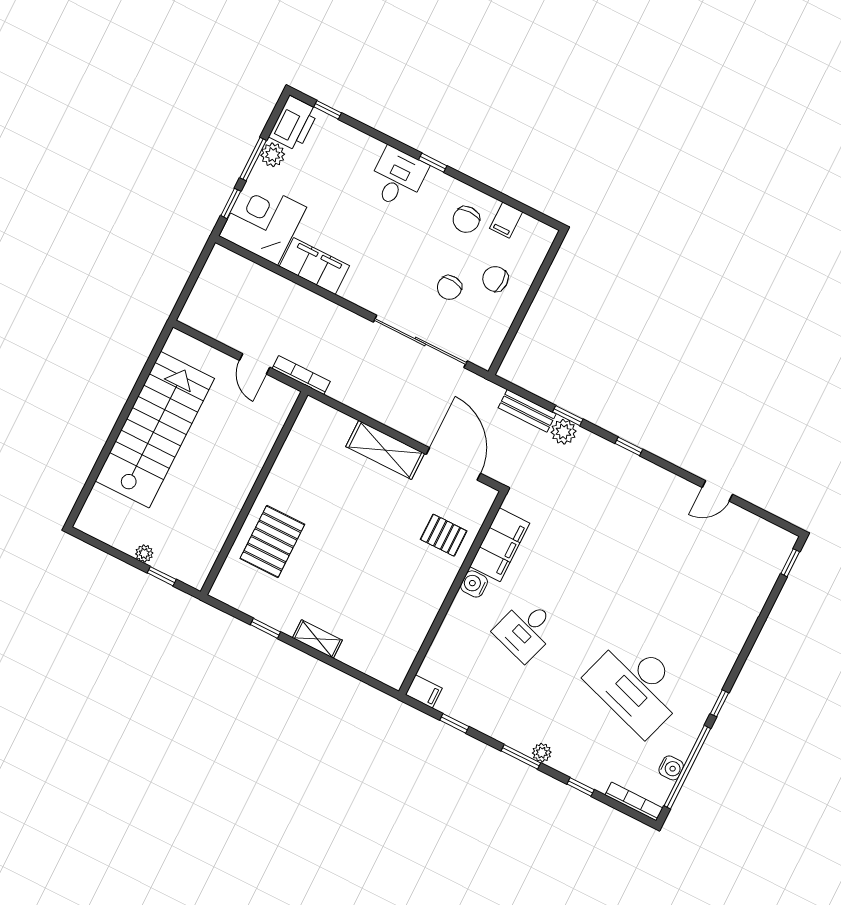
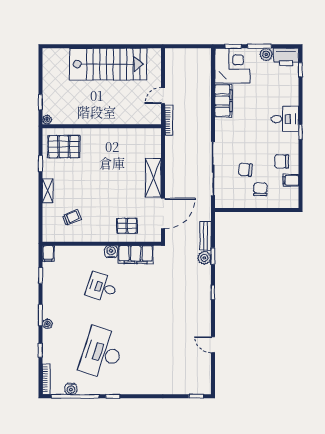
pallet: (444, 535) -> (127, 226), turned 90
pallet: (272, 541) -> (64, 147), moved
plant: (144, 553) -> (47, 120), moved
trolley: (383, 621) -> (72, 218), added

